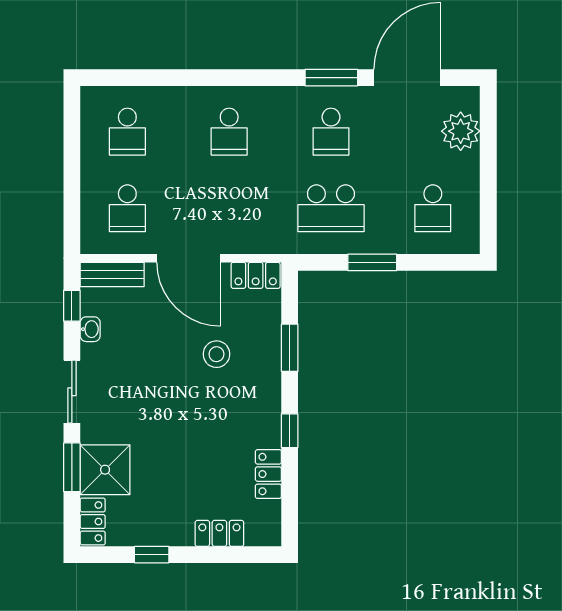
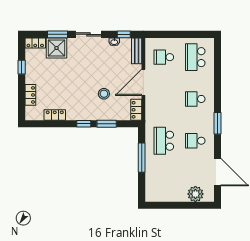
window: (331, 78) -> (217, 123), moved
school desk: (127, 132) -> (195, 57), width x1.85
school desk: (433, 208) -> (164, 183), removed
window: (372, 262) -> (142, 158), width x1.44
window: (290, 431) -> (84, 124), moved

